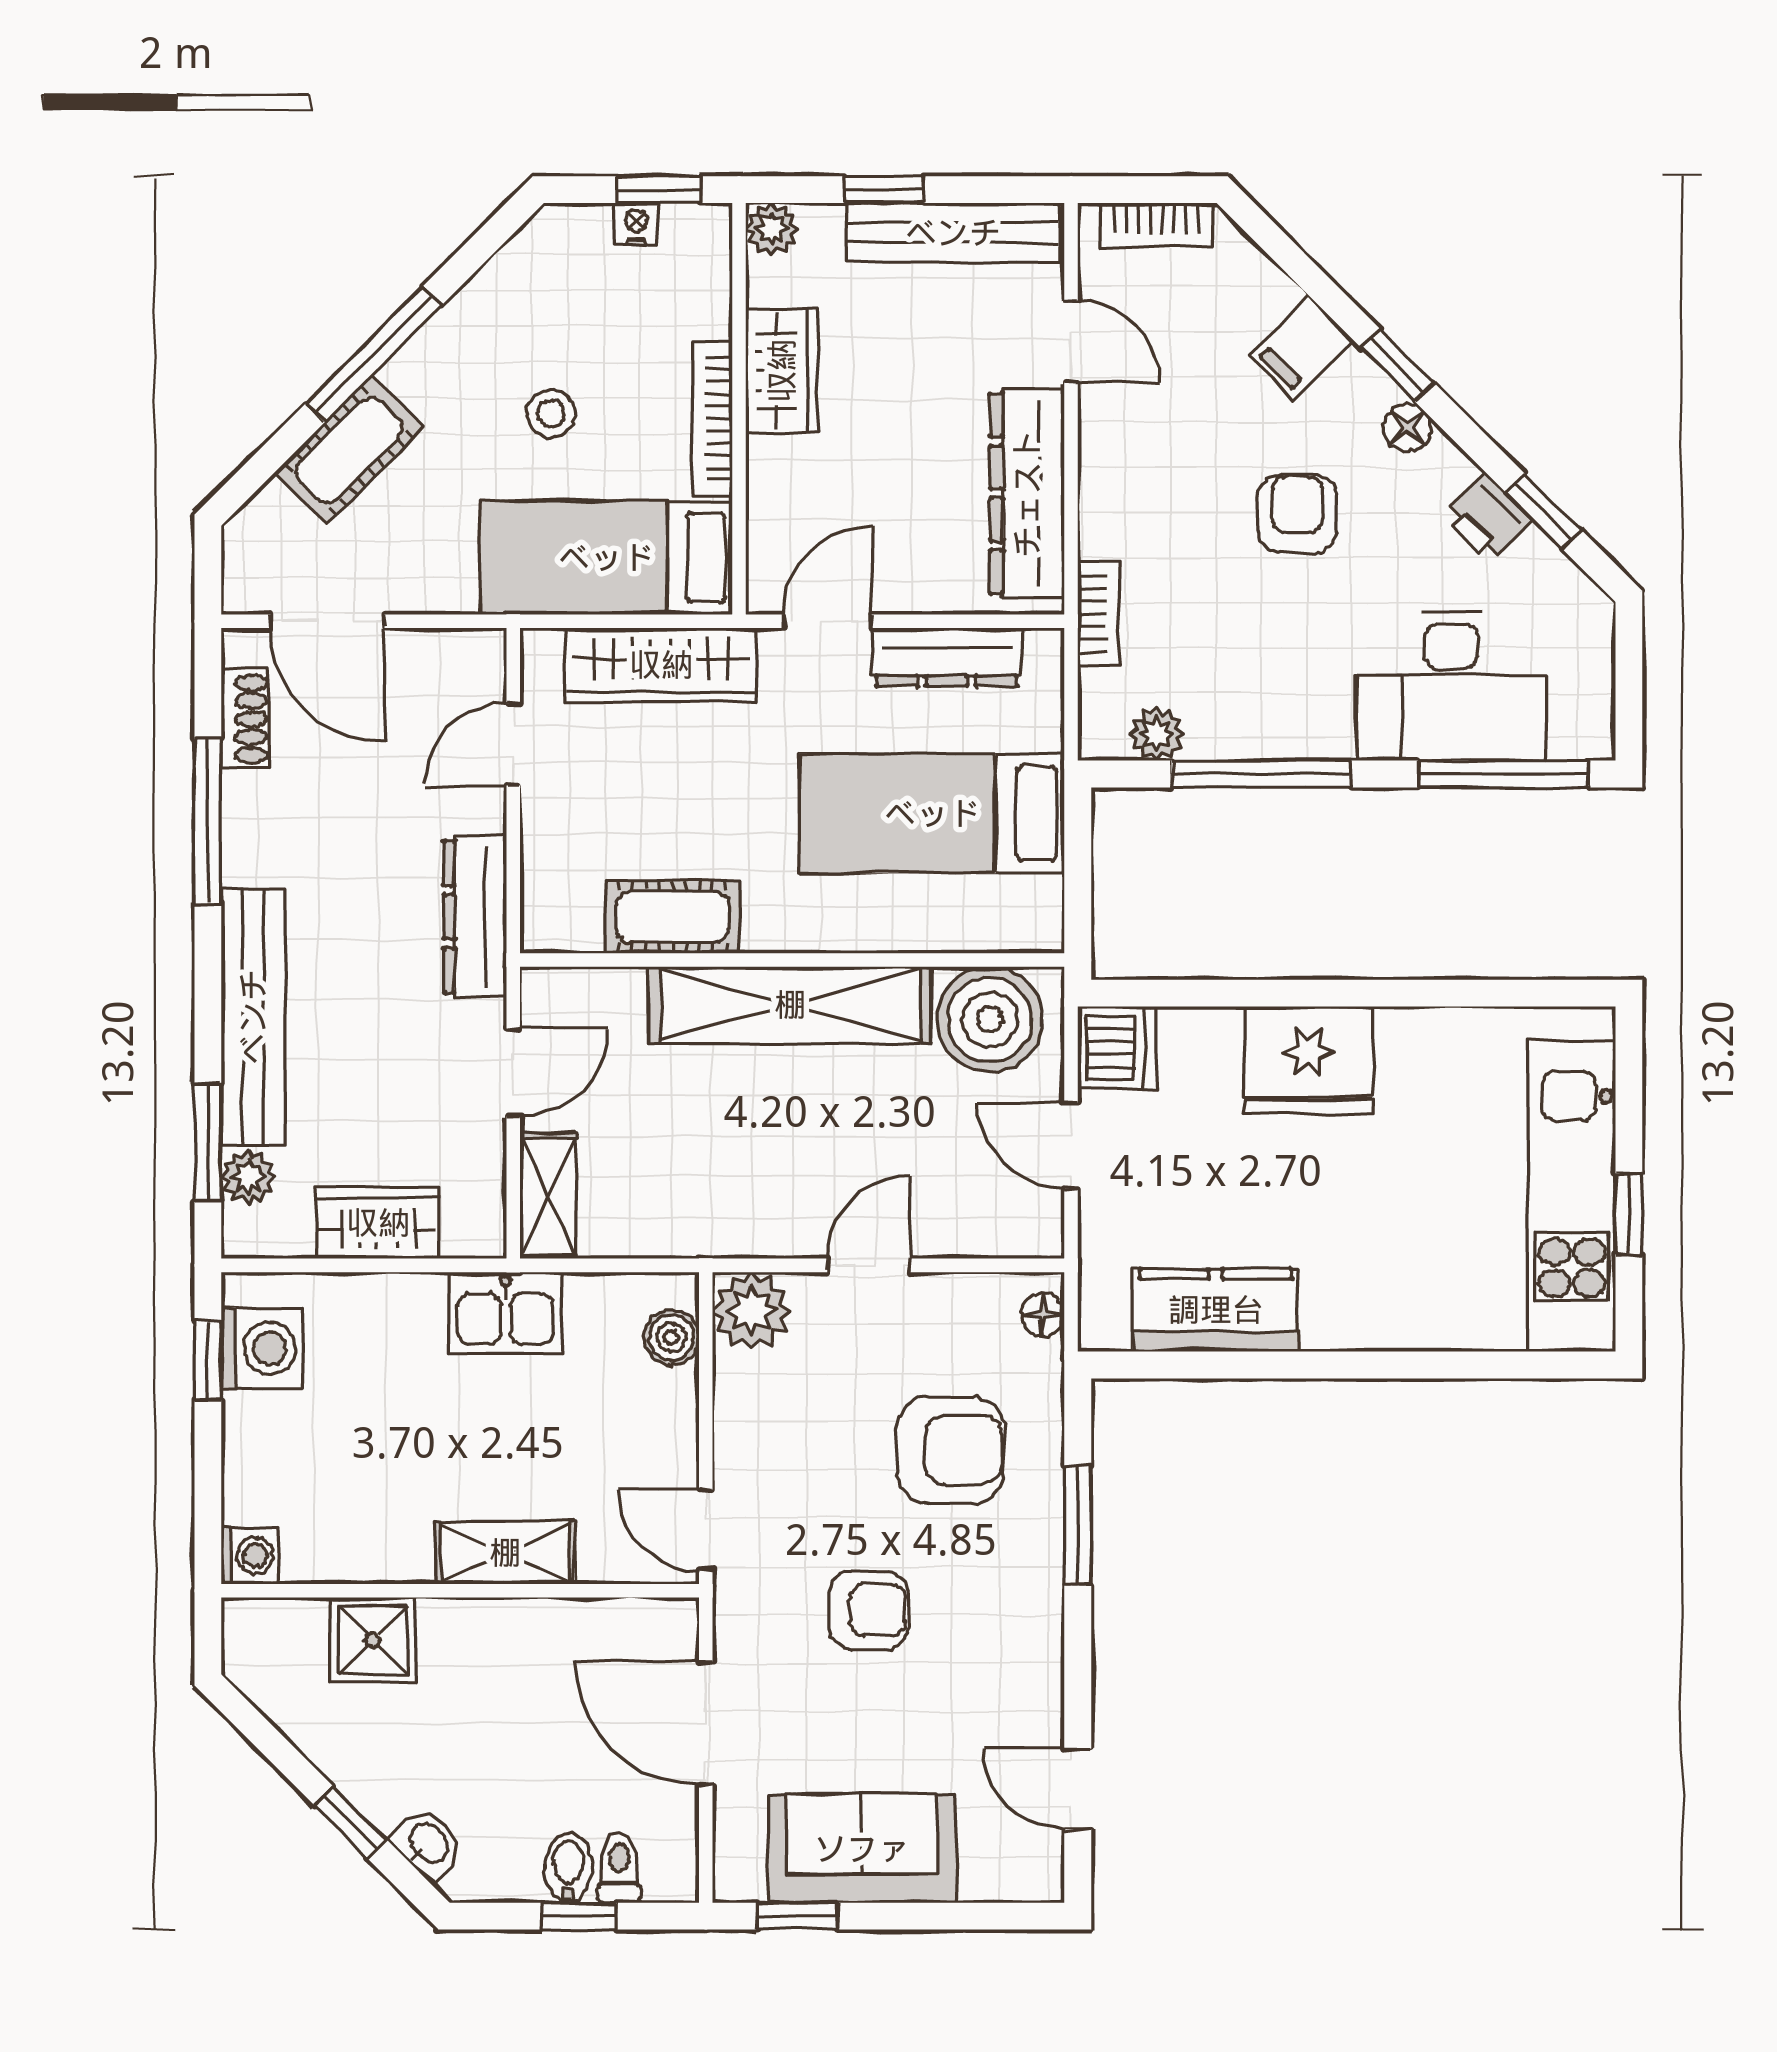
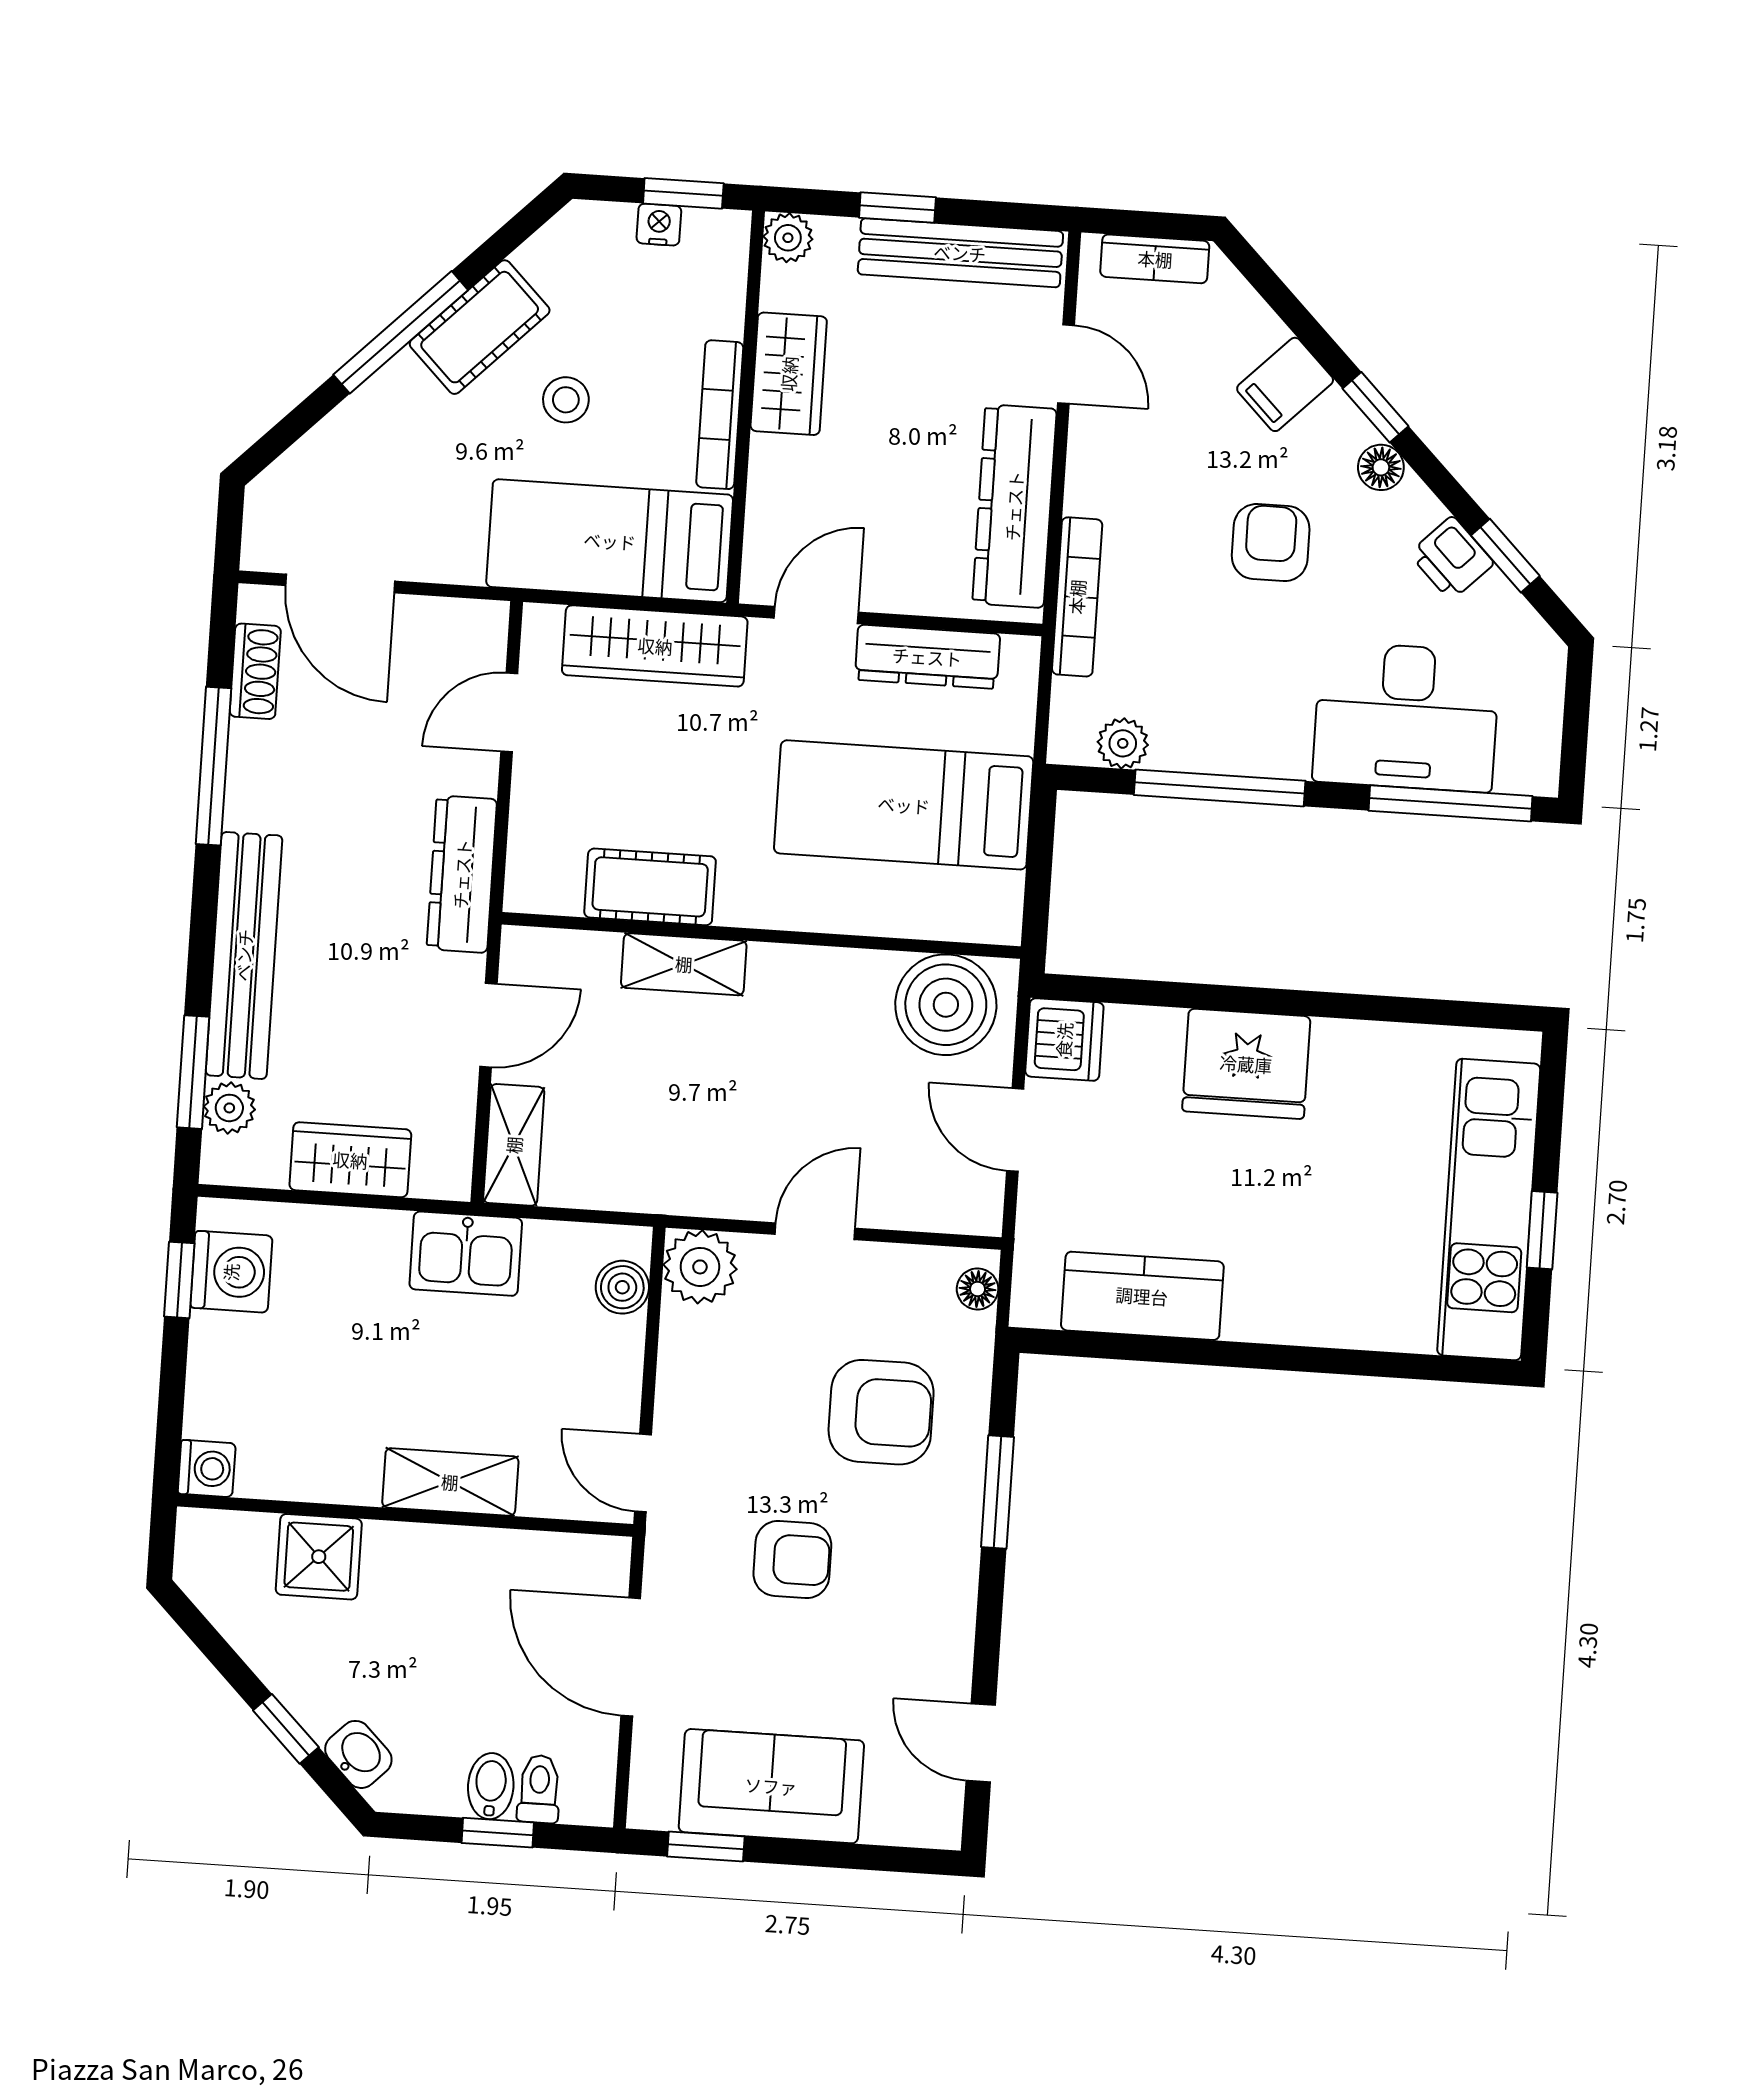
cot: (349, 450) -> (480, 327), moved
bookcase: (1099, 614) -> (1077, 597), width x1.56
shelving: (790, 1005) -> (684, 964), width x0.45, depth x0.75

